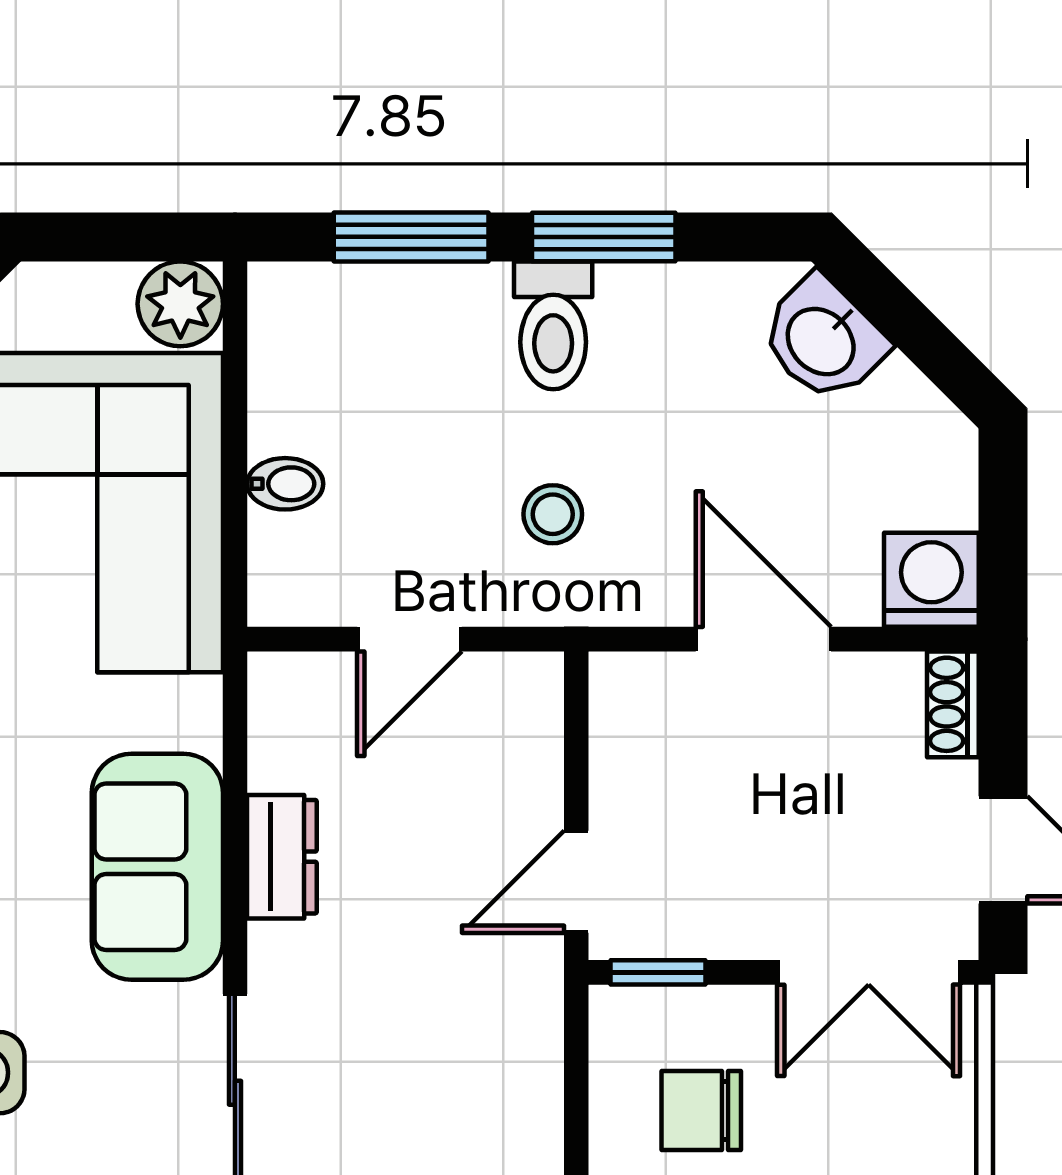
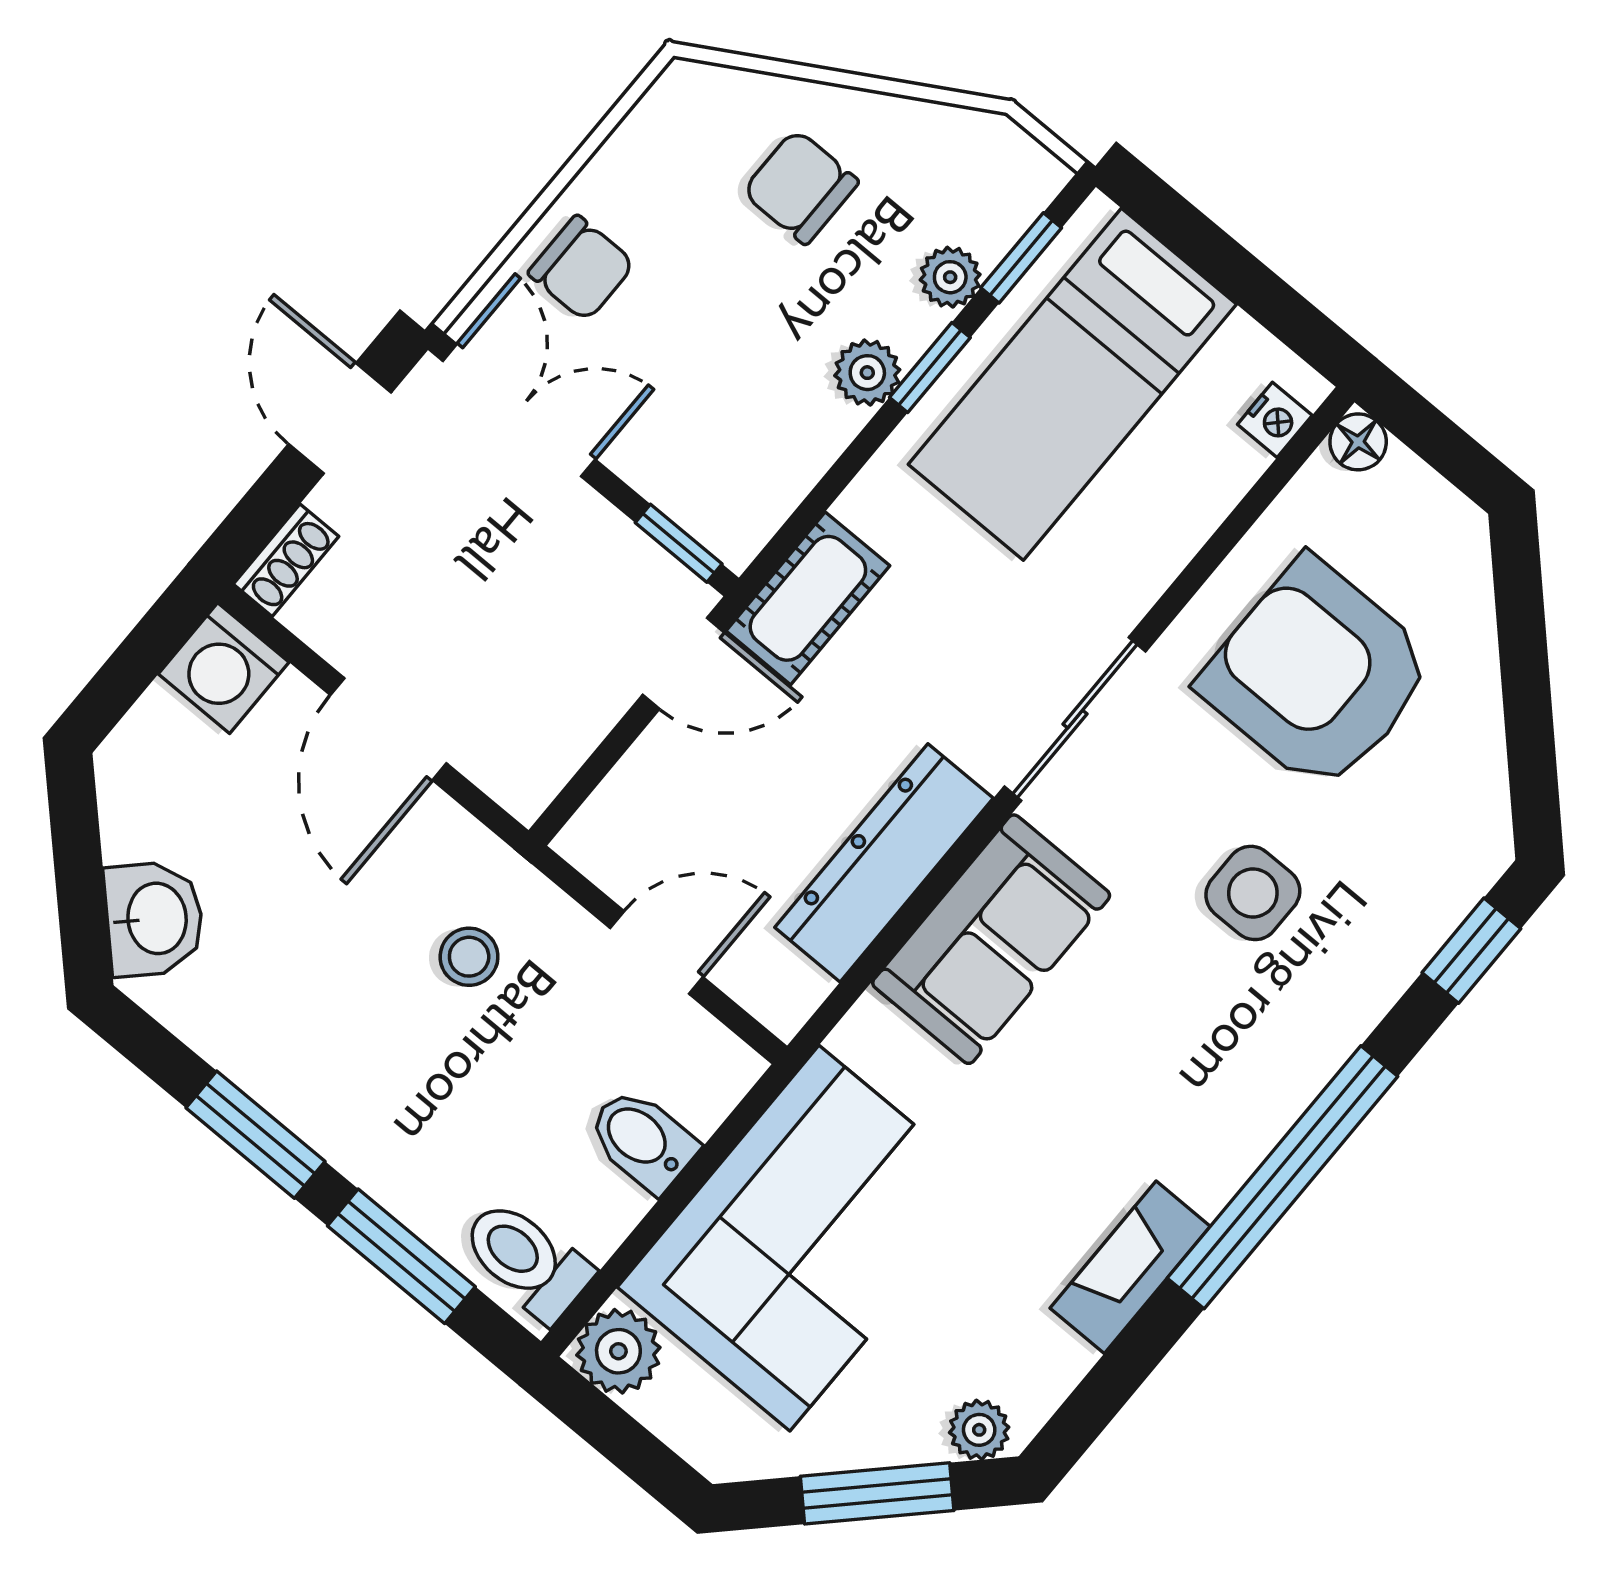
toilet: (553, 325) -> (526, 1260), moved, turned -90
bidet: (285, 484) -> (642, 1140), width x1.38, depth x1.36
dresser: (282, 857) -> (884, 863), width x1.96, depth x1.24
cot: (521, 1013) -> (808, 598), added
chair: (701, 1111) -> (581, 268), moved

